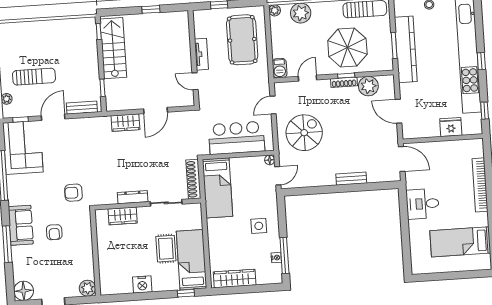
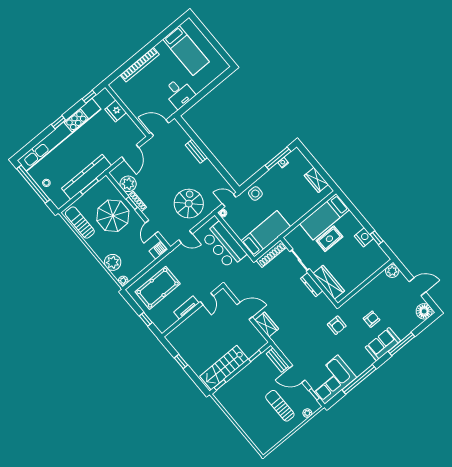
door: (307, 78) -> (152, 227), hinge flipped
spiral stairs: (304, 133) -> (189, 204), turned 90
door: (402, 159) -> (160, 128), hinge flipped
wardrobe: (123, 216) -> (329, 282), width x1.50
side table: (259, 226) -> (255, 193), moved
wardrobe: (235, 278) -> (316, 180), width x0.67
window: (186, 293) -> (377, 238), moved

